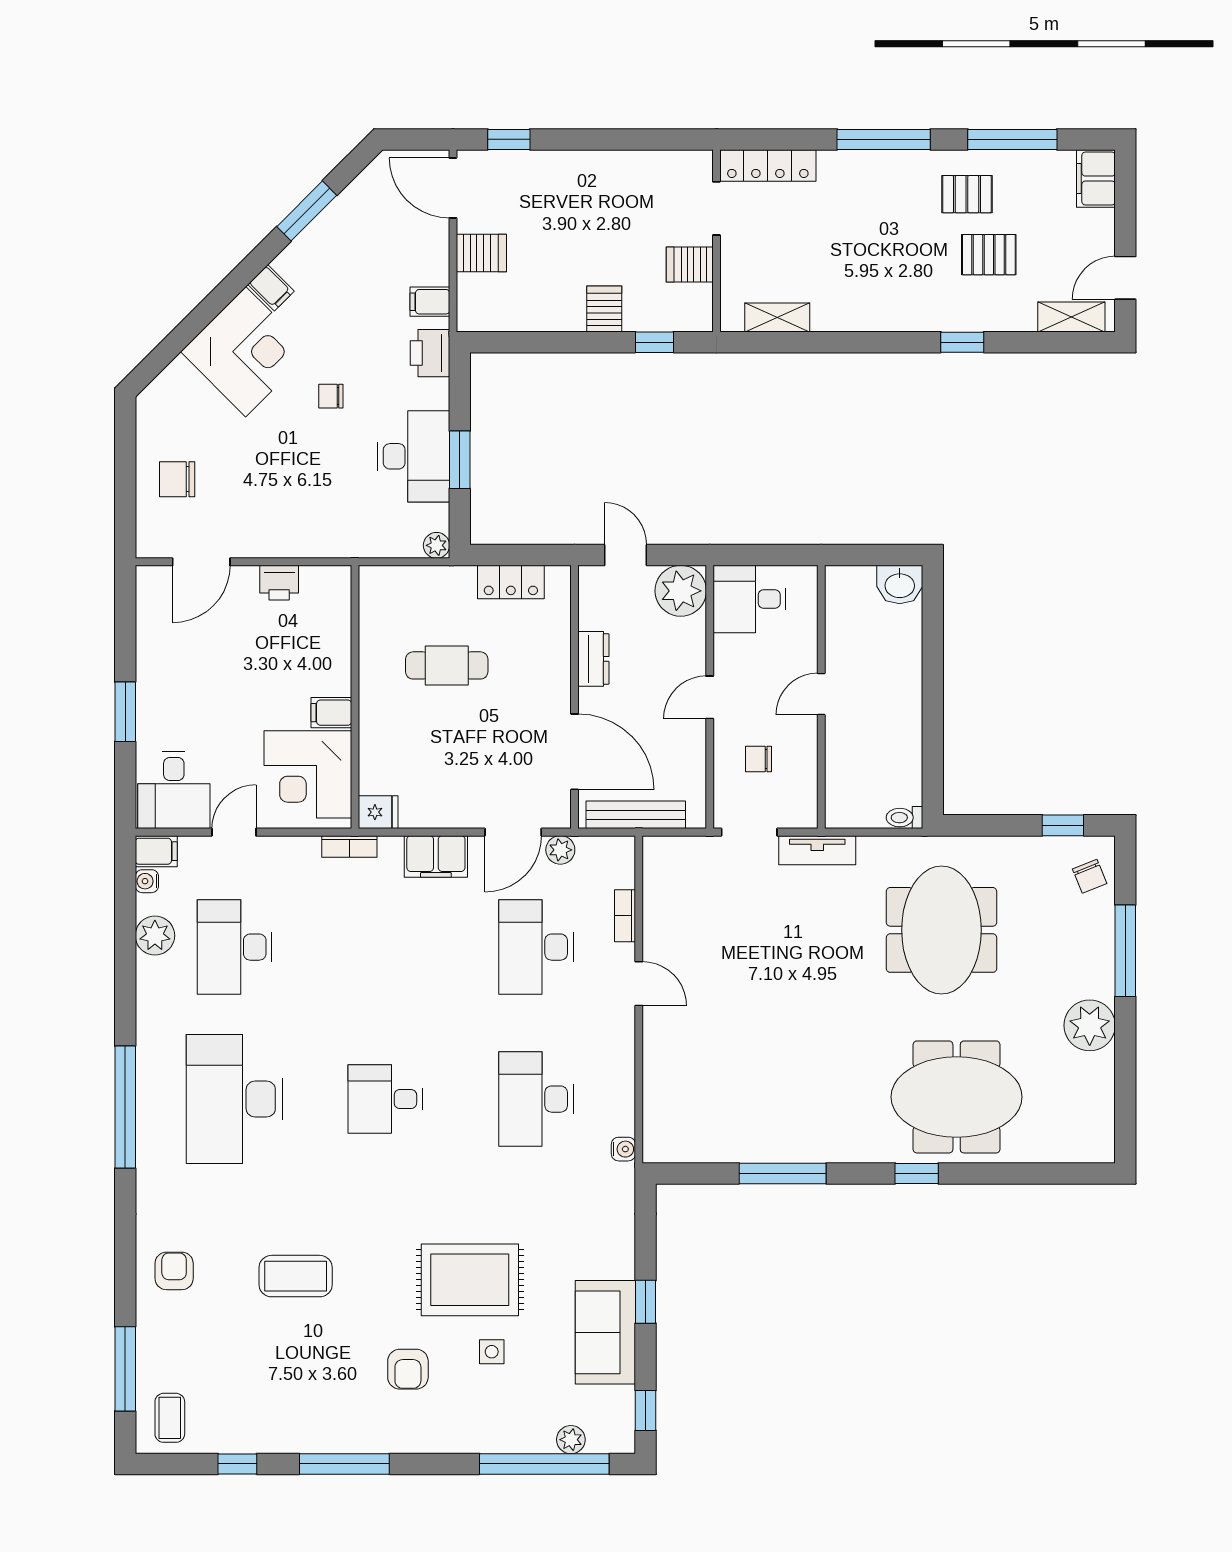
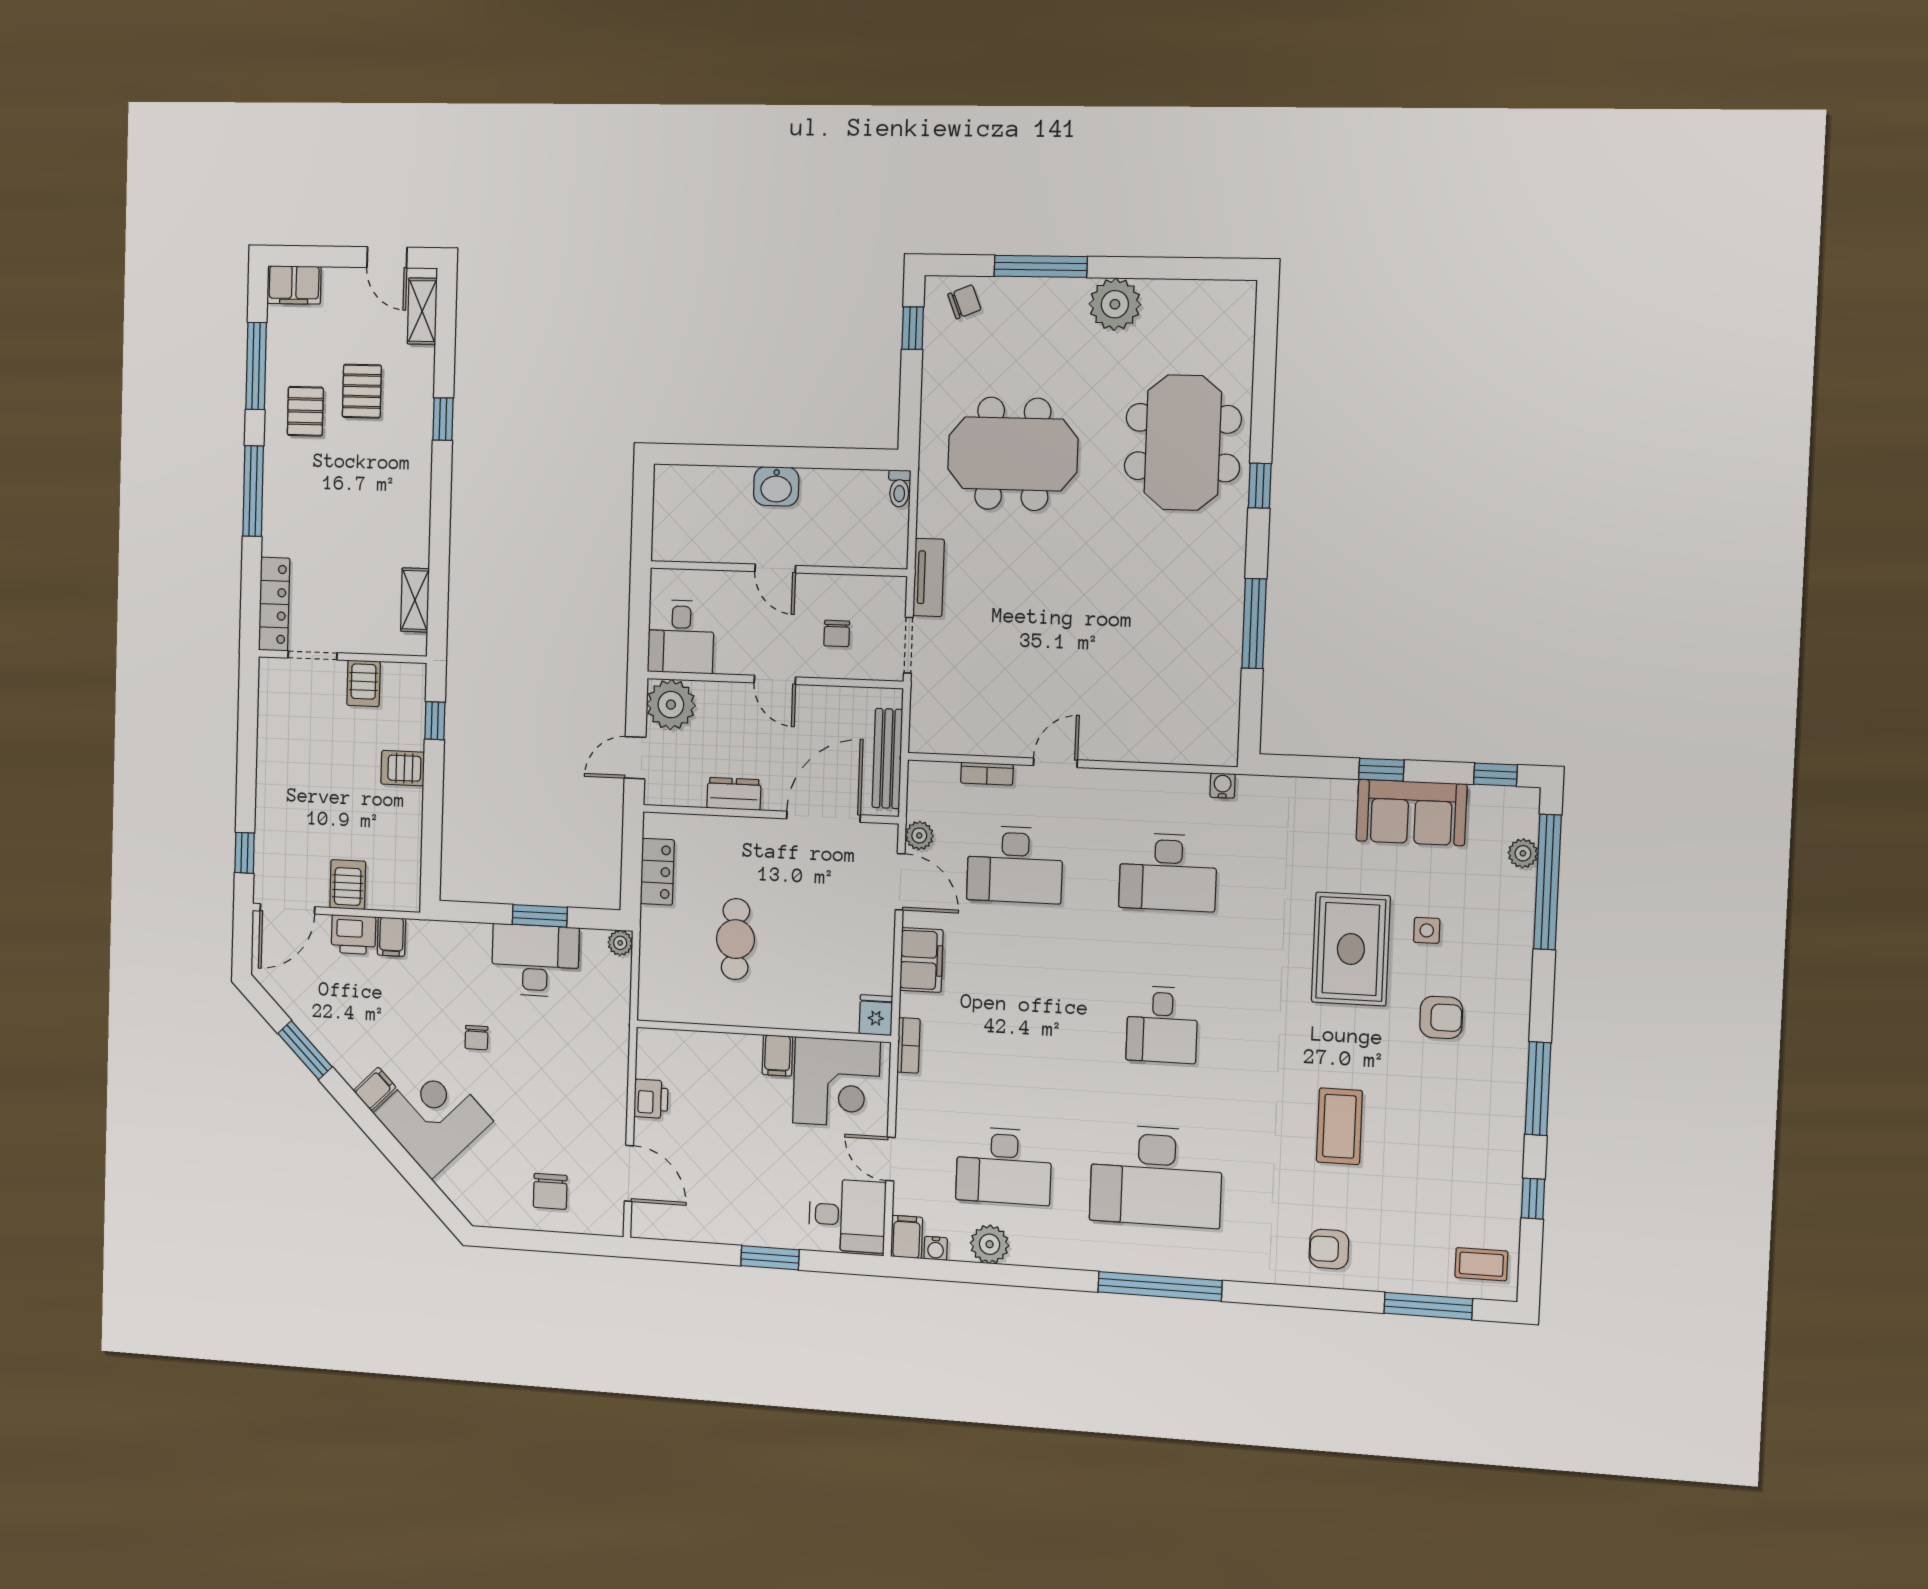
printer: (430, 353) -> (353, 935), moved
washbasin: (900, 585) -> (776, 486), moved, turned 90

